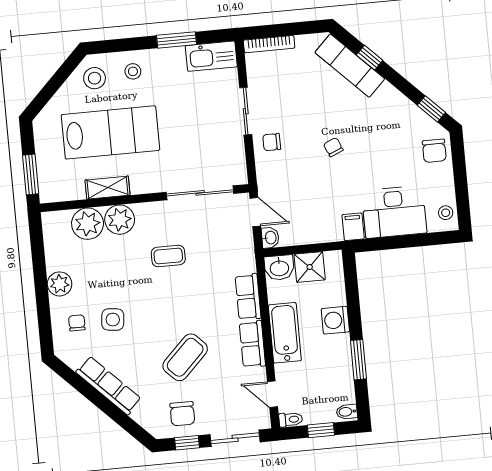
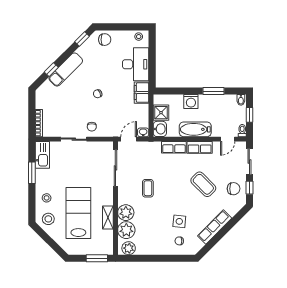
exam couch: (350, 66) -> (66, 70), moved
filing cabinet: (353, 227) -> (142, 93), width x2.00
plant: (60, 284) -> (129, 248), moved

